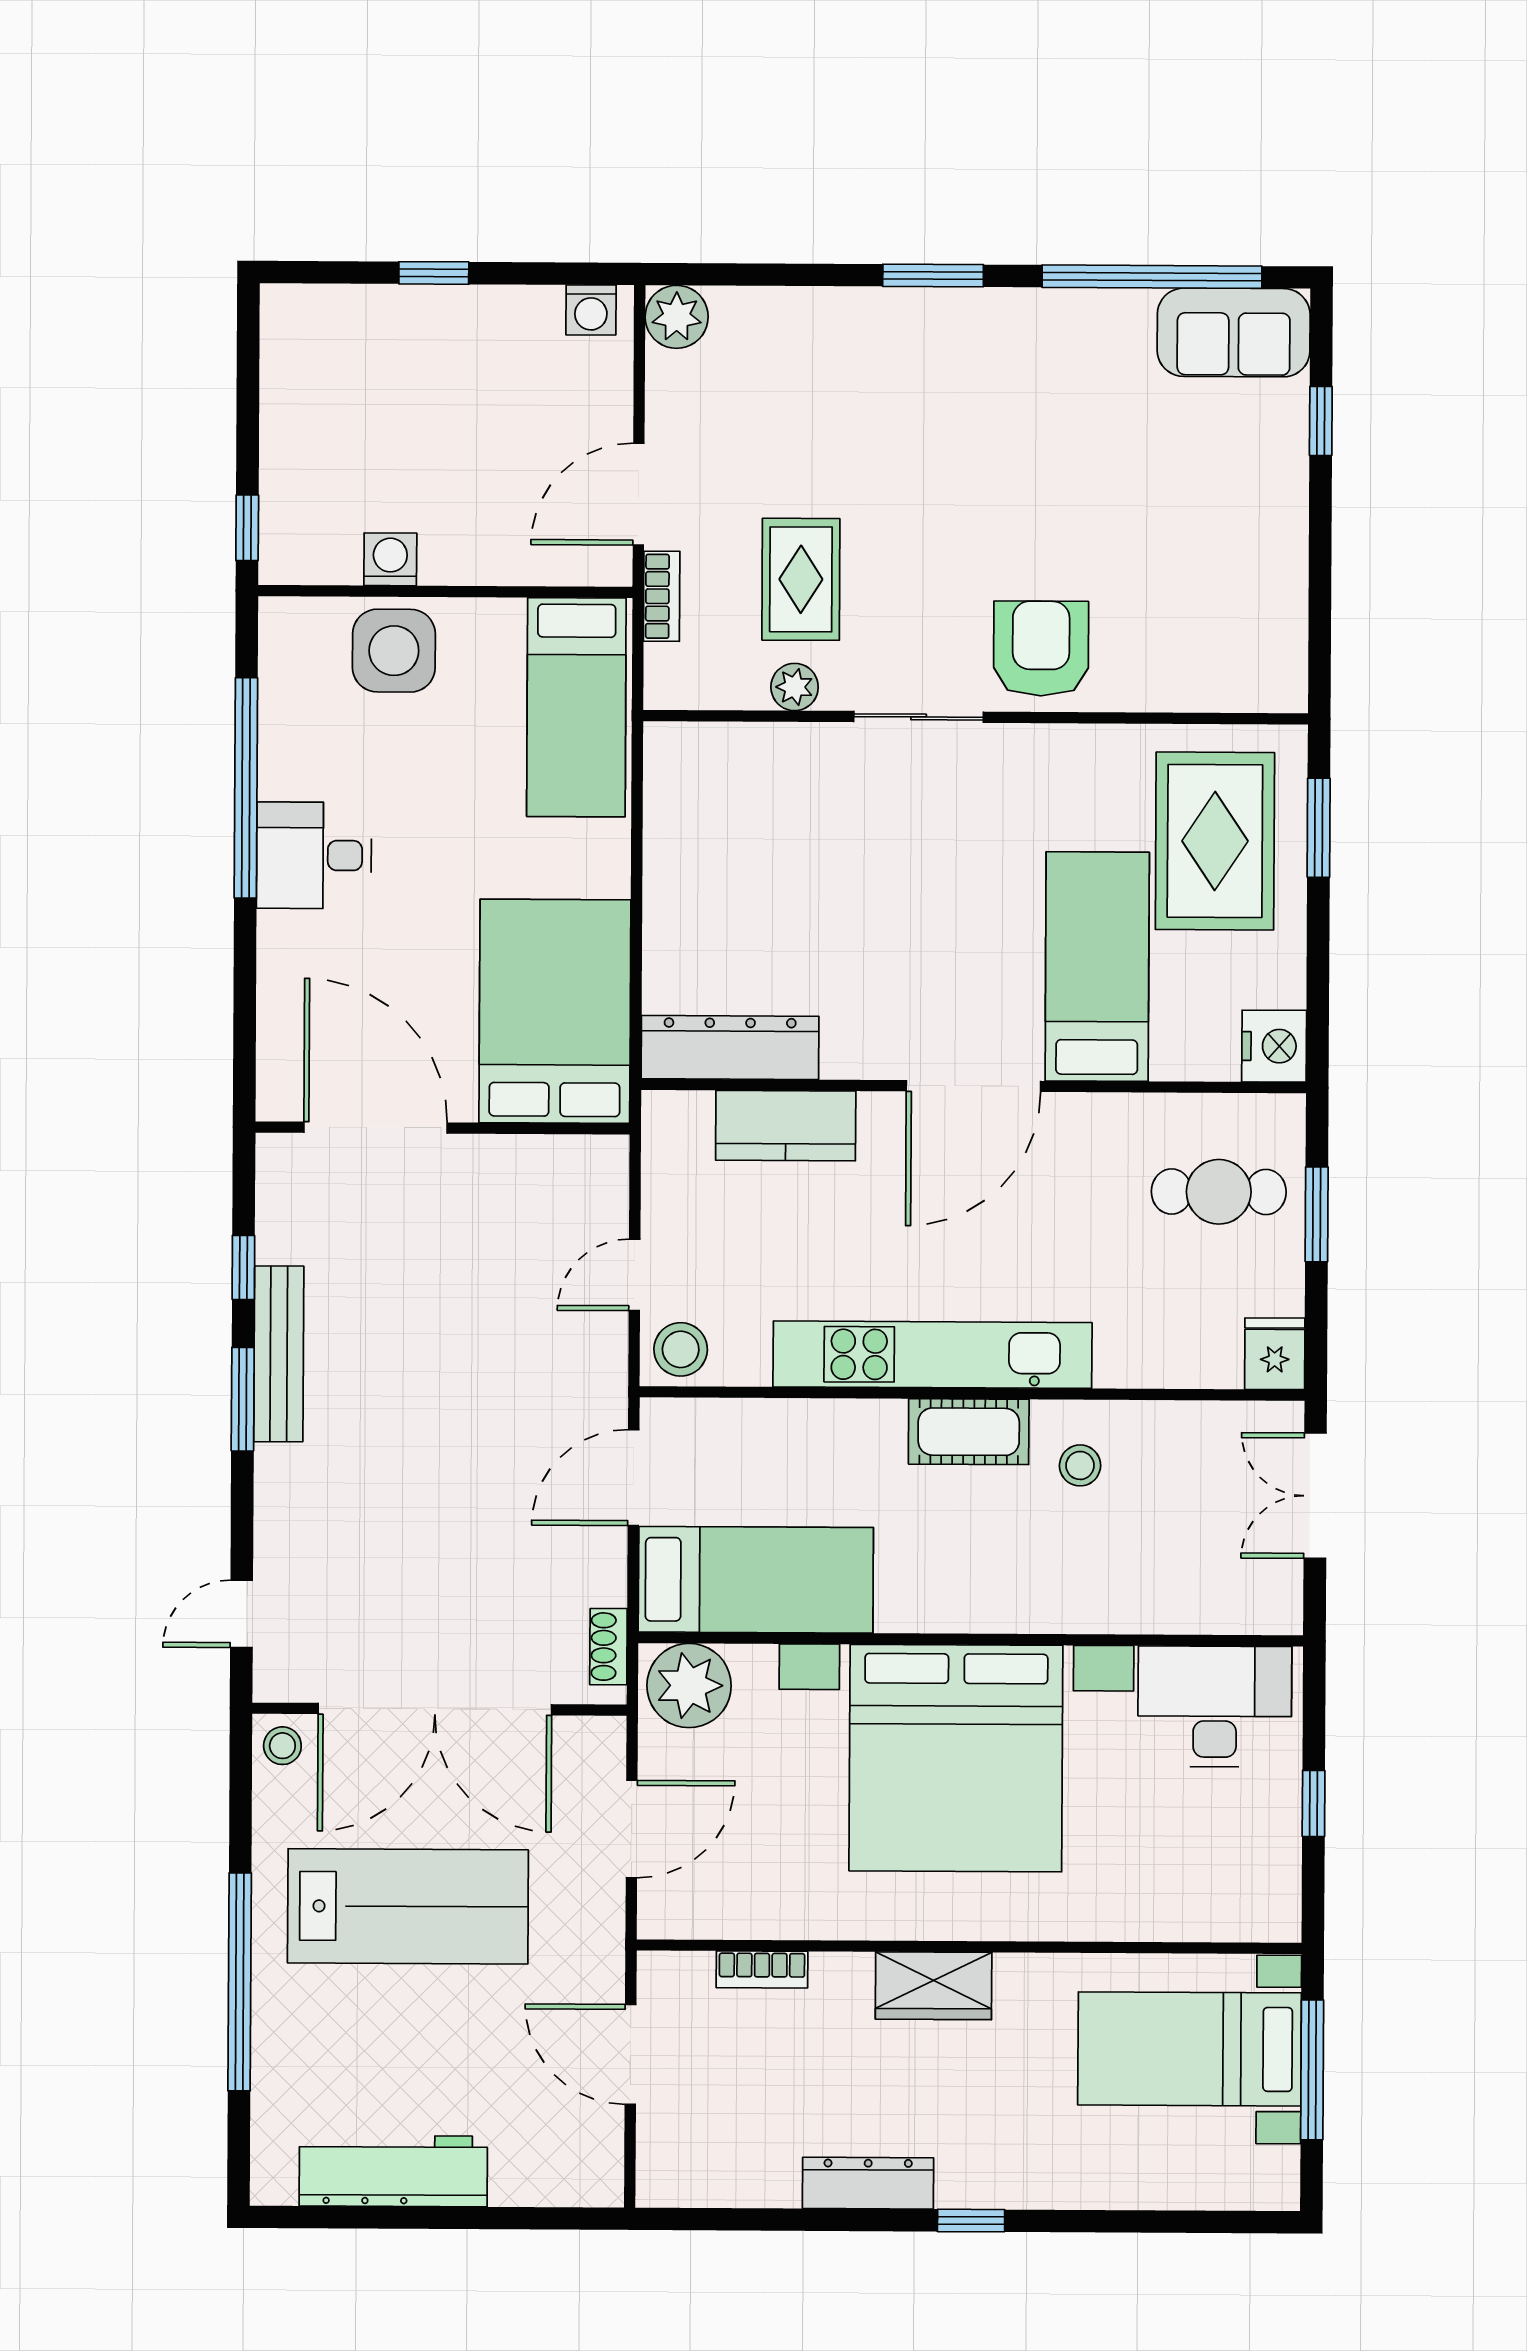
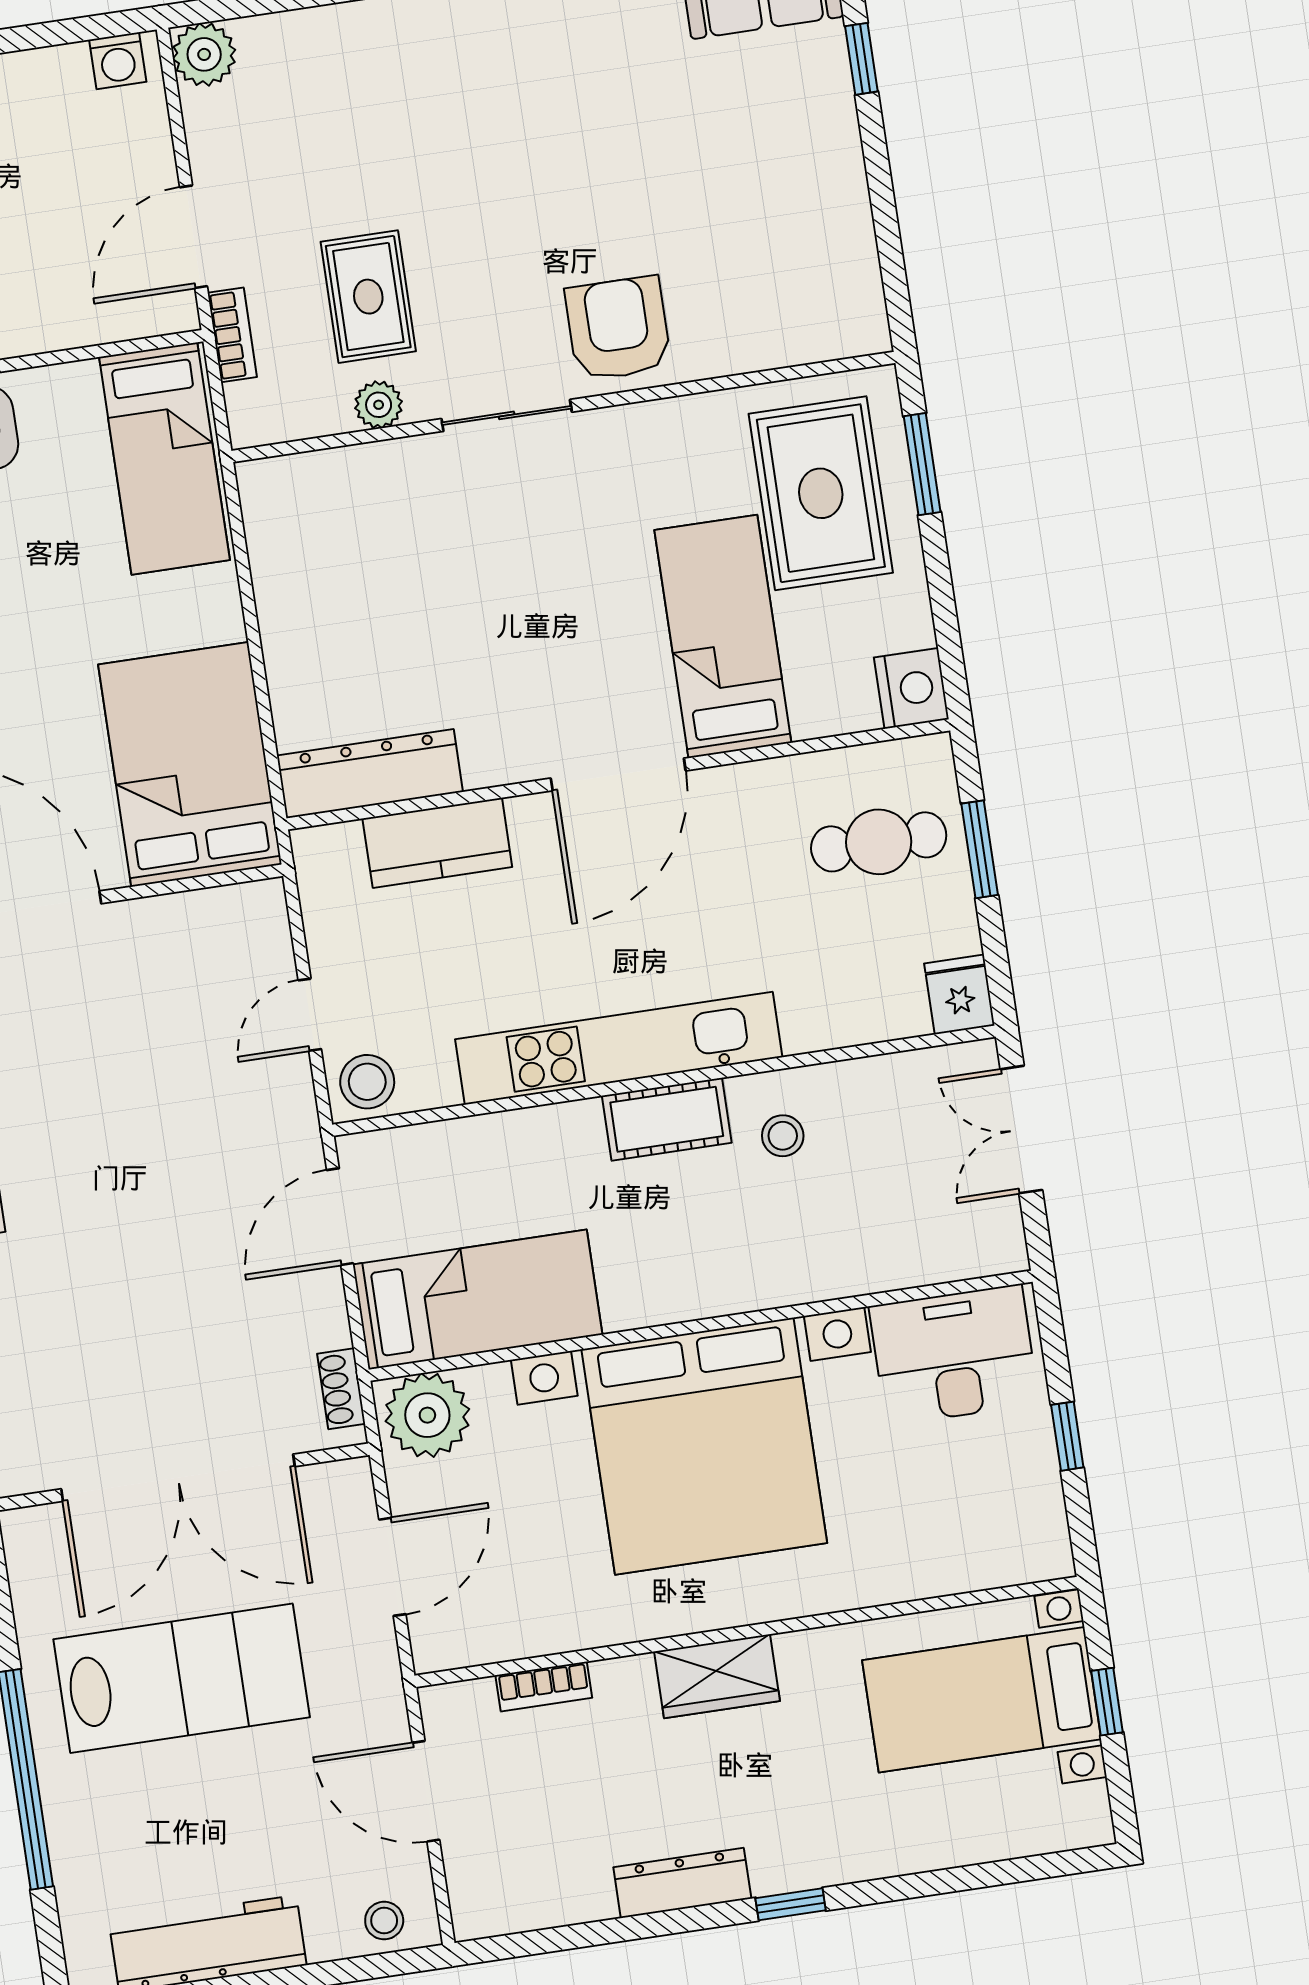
stool: (282, 1746) -> (384, 1921), moved
window: (1312, 2070) -> (1107, 1702), width x0.46

